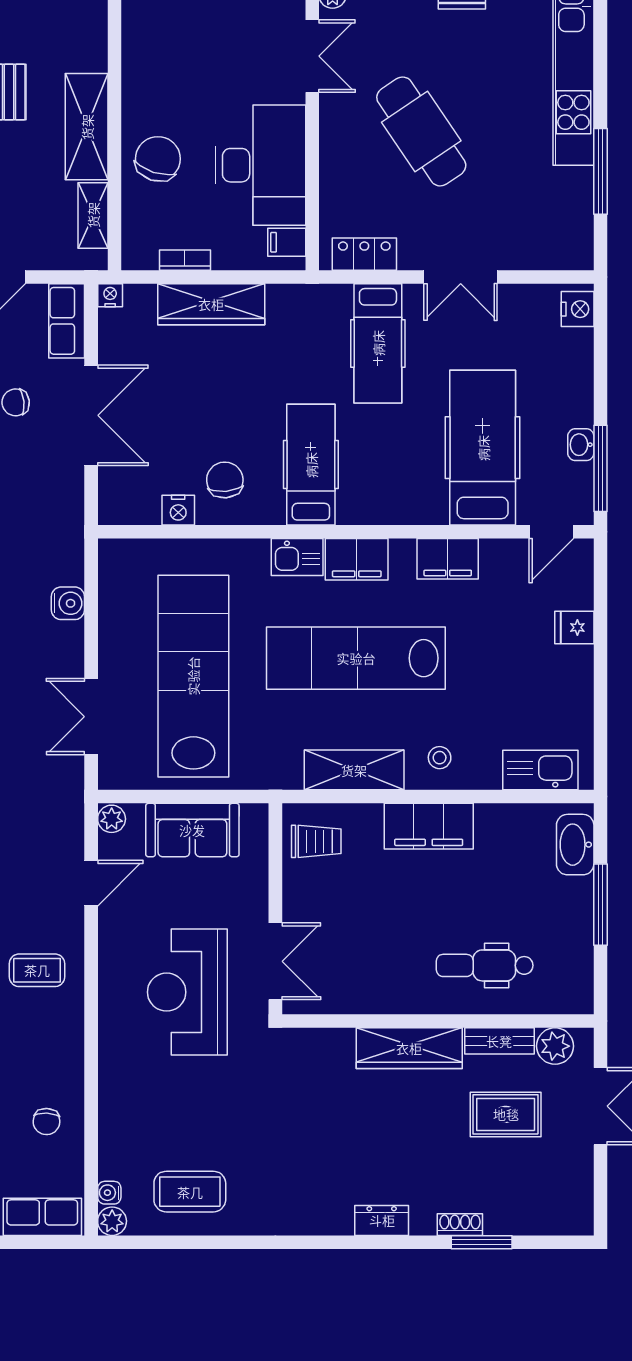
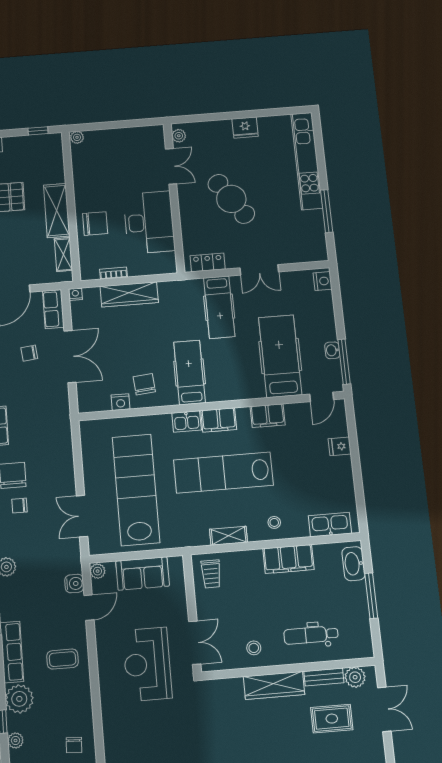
chair: (158, 159) -> (95, 224), turned 72
filing cabinet: (287, 242) -> (166, 260), removed
water cooler: (68, 603) -> (74, 584), moved
shelving: (354, 770) -> (228, 536), width x0.67, depth x0.75
filing cabinet: (429, 826) -> (288, 559), moved
trolley: (316, 841) -> (211, 574), turned 90
stool: (380, 979) -> (254, 648), added

